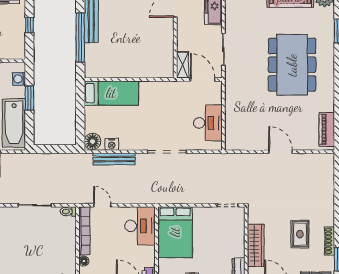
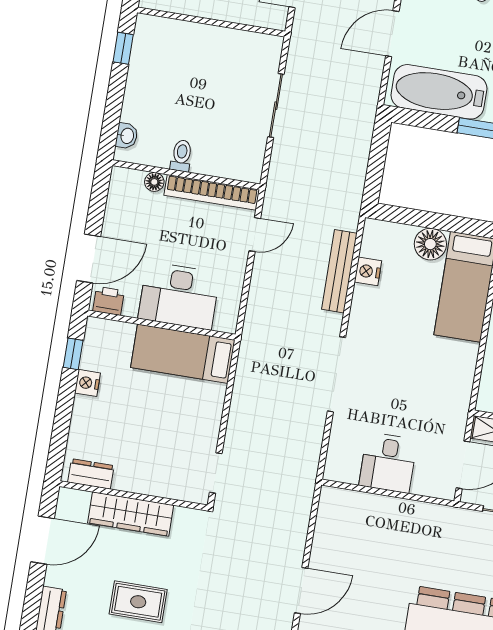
desk: (208, 123) -> (388, 463), width x0.73
floor lamp: (93, 141) -> (430, 244), moved
toilet: (68, 212) -> (181, 156), moved
desk: (140, 226) -> (179, 296), moved
bed: (175, 232) -> (183, 354), width x0.67

